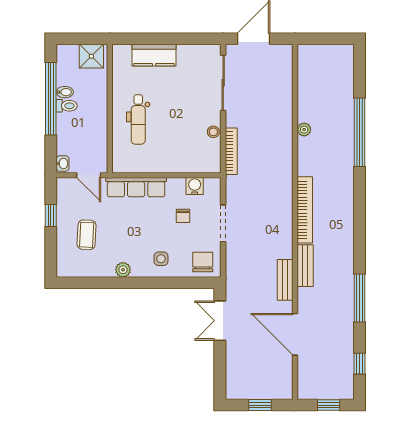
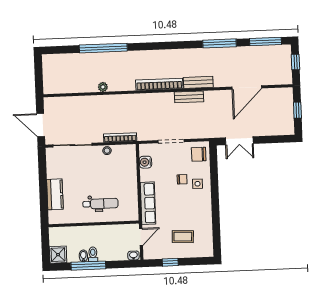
shower: (91, 56) -> (58, 255), moved
window: (51, 99) -> (88, 266), width x0.68
chair: (183, 216) -> (182, 179), moved
plant: (123, 270) -> (206, 210), removed
bench: (285, 280) -> (189, 97), moved
window: (359, 364) -> (266, 42), width x2.17

